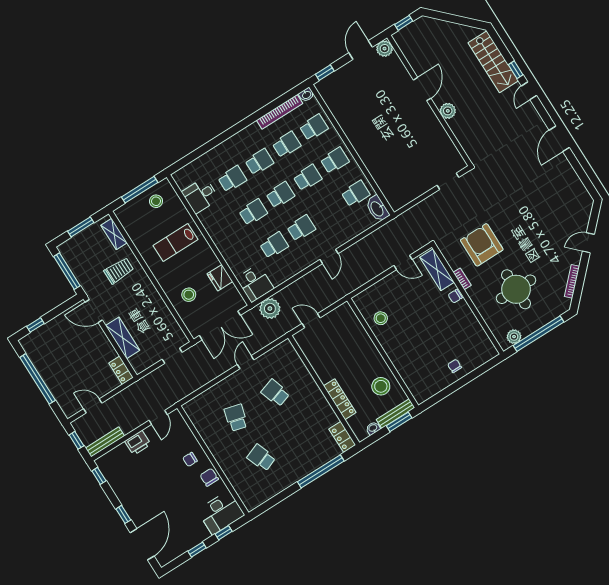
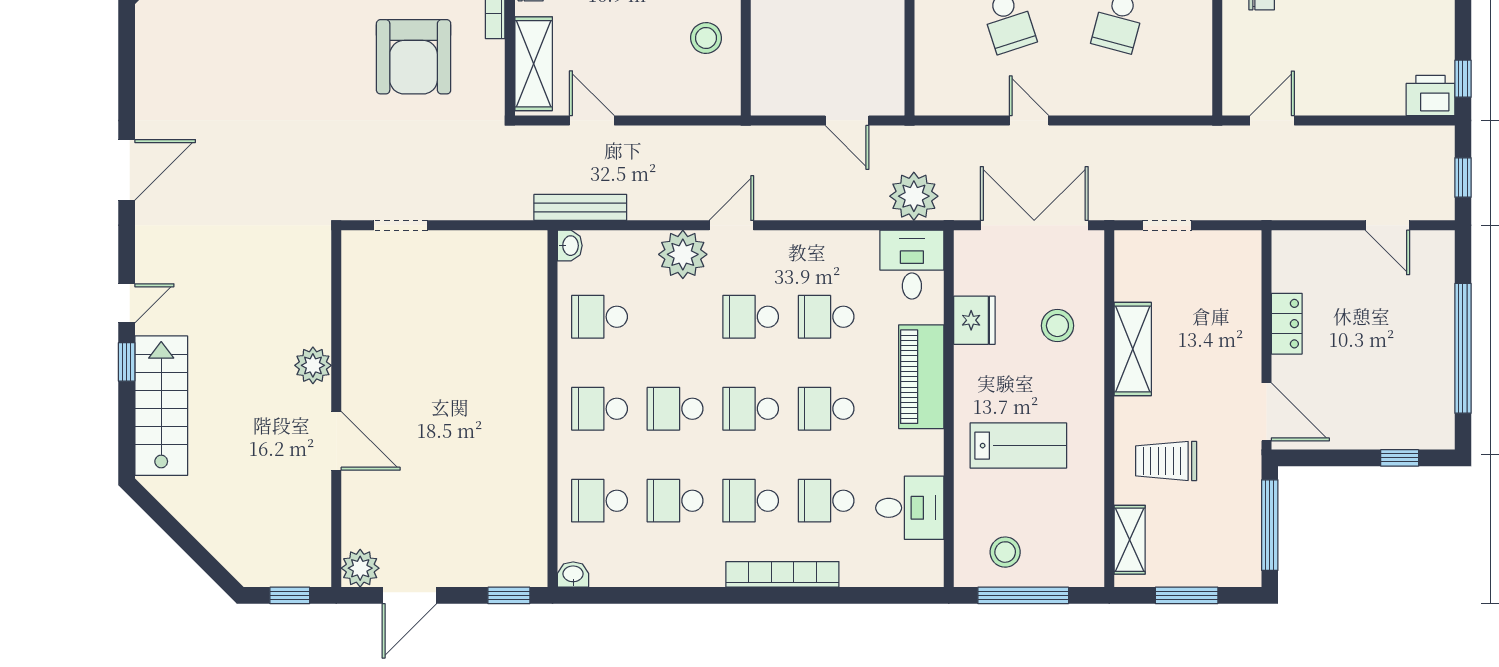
door: (422, 89) -> (336, 441), swing flipped
bookcase: (280, 112) -> (782, 574), moved
washbasin: (377, 209) -> (570, 246), width x0.52, depth x0.69
plant: (340, 235) -> (683, 254), added
piano: (226, 245) -> (921, 377), added
shelving: (123, 338) -> (1133, 349), moved
door: (246, 362) -> (1029, 120), swing flipped
locker: (121, 370) -> (1287, 324), moved
bench: (105, 442) -> (580, 207), moved
printer: (138, 443) -> (1430, 95), moved

